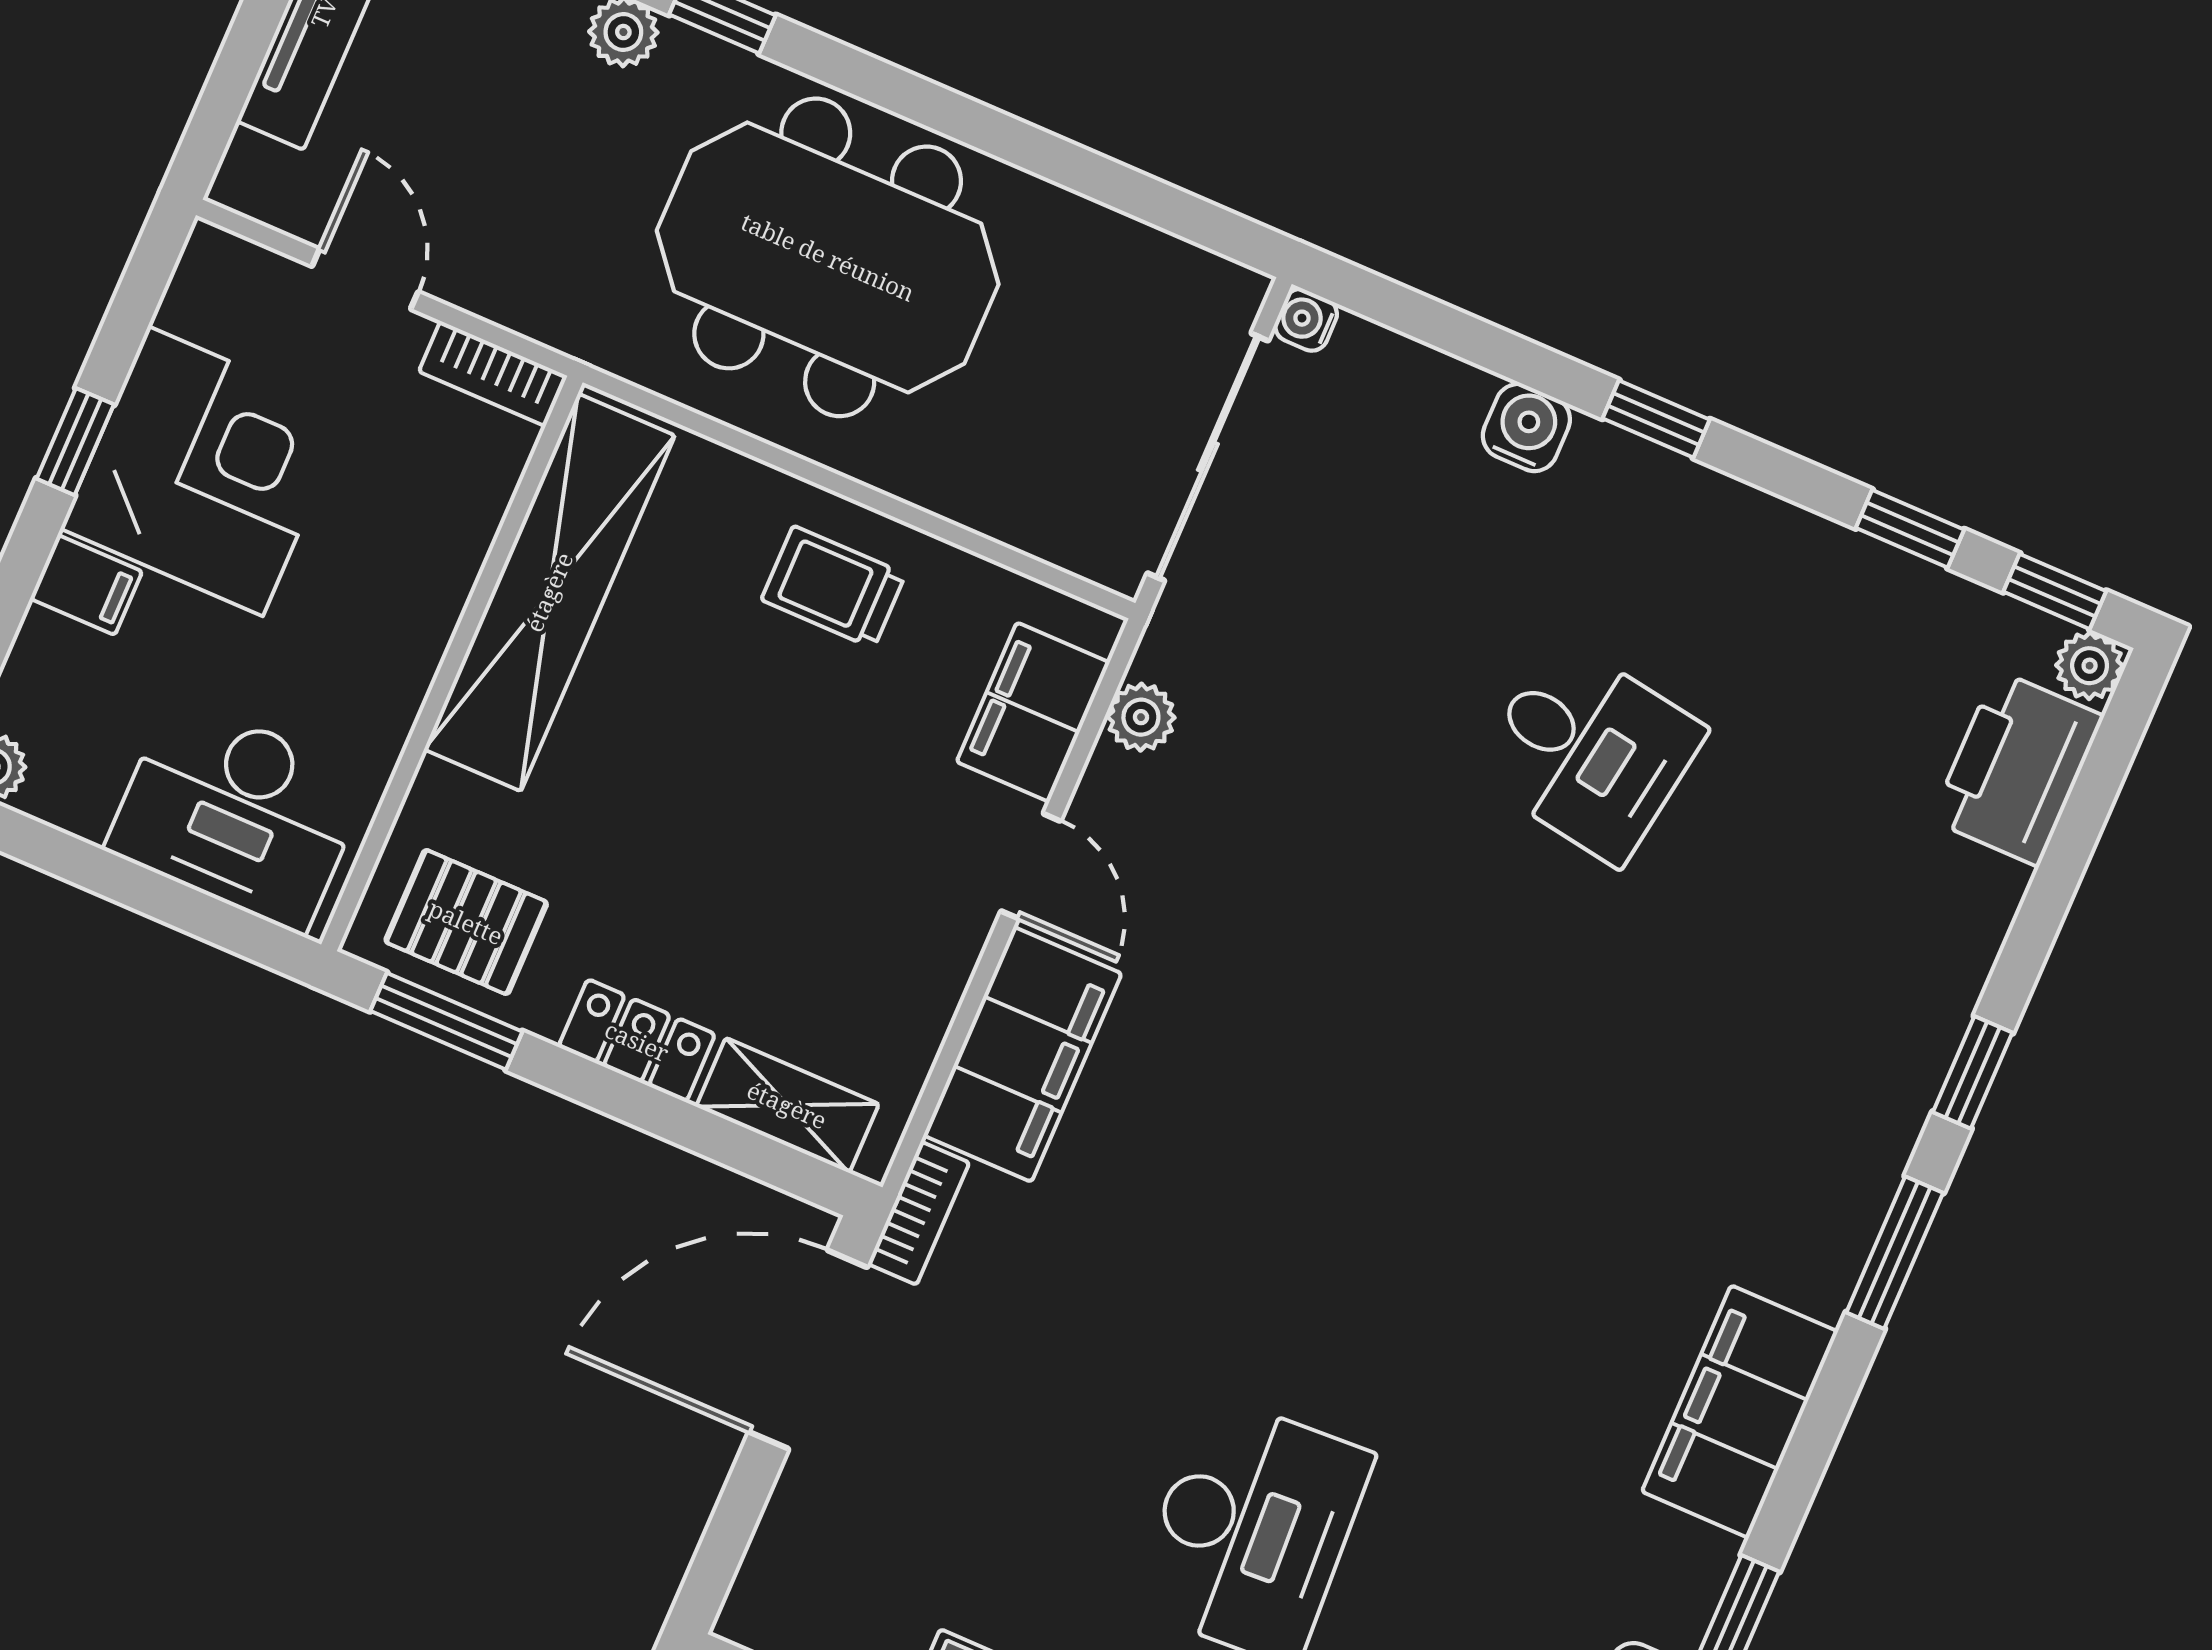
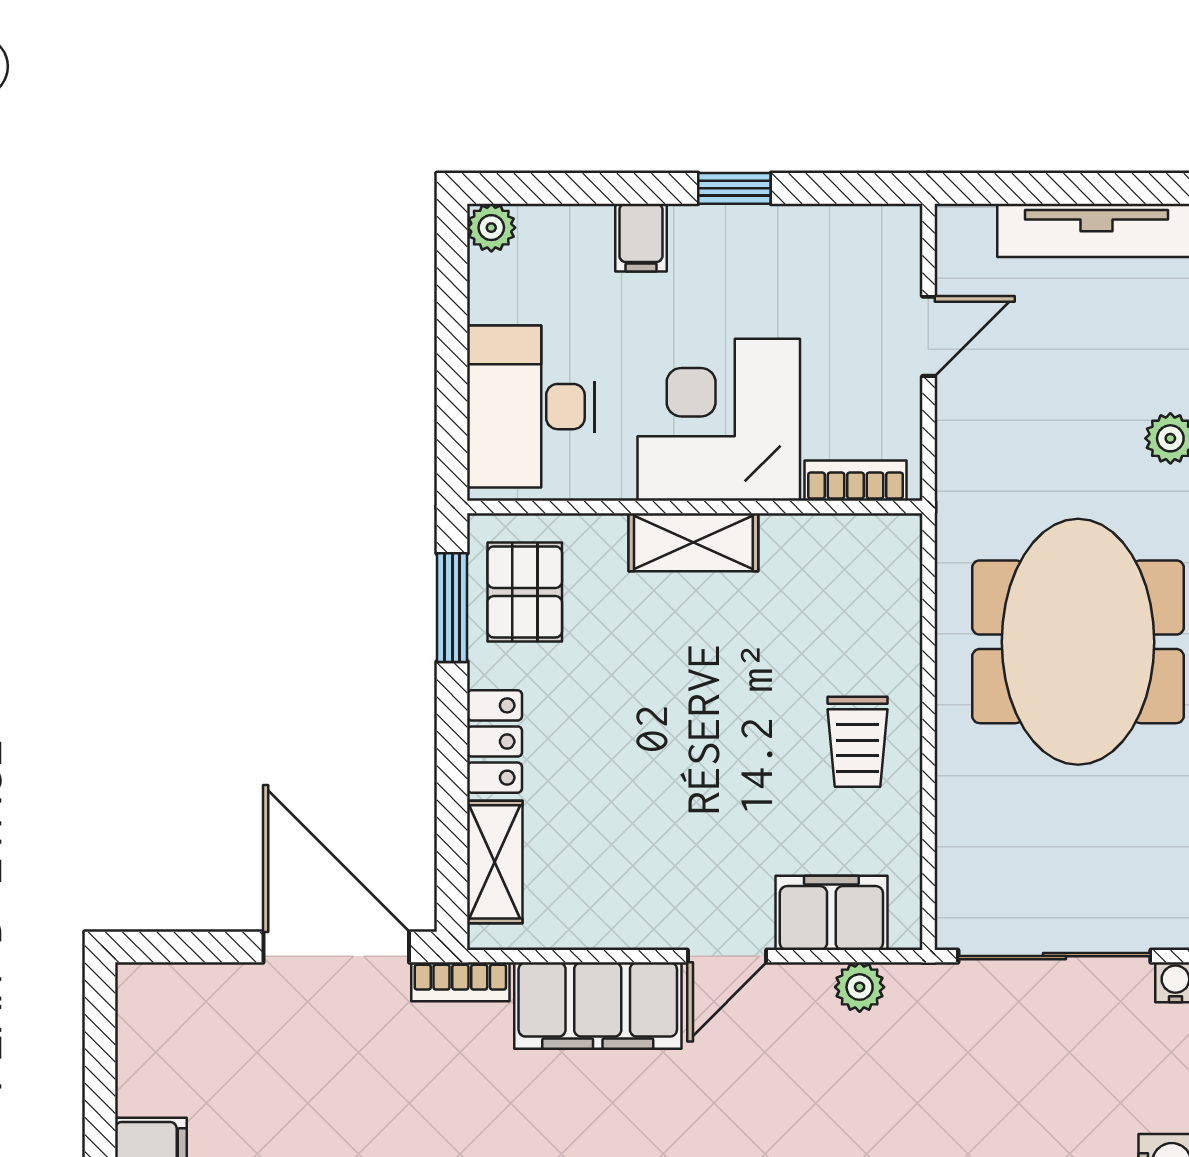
bookcase: (493, 374) -> (856, 481), moved, turned 90
corner desk: (205, 471) -> (719, 420), moved, turned 180
trolley: (833, 587) -> (858, 742), turned 180
shelving: (549, 592) -> (693, 542), width x0.45, depth x0.75

